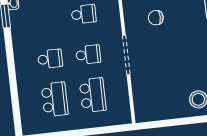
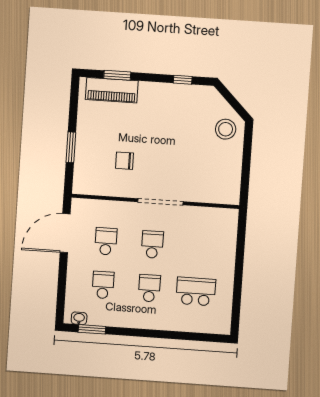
chair: (156, 18) -> (124, 161), turned 90
school desk: (93, 95) -> (103, 285), moved, width x0.54

